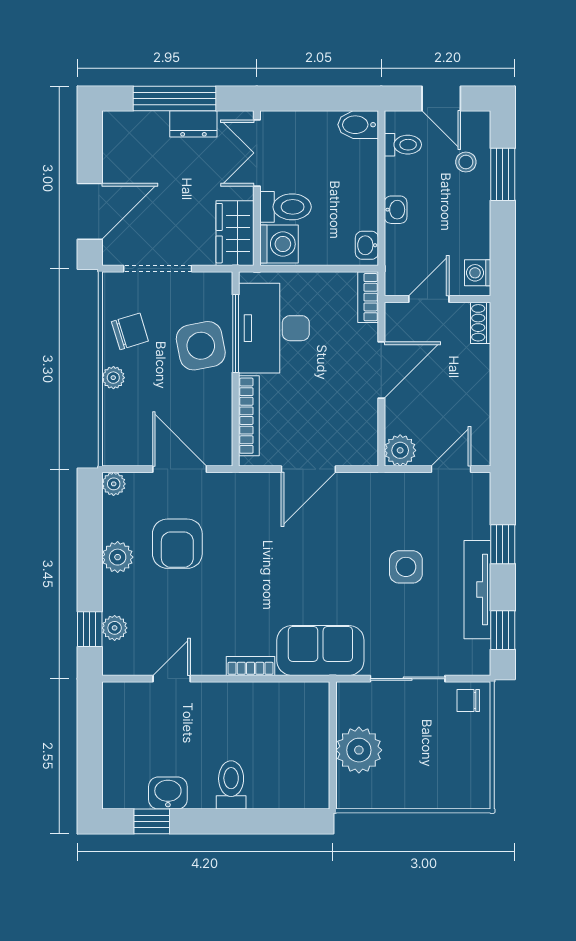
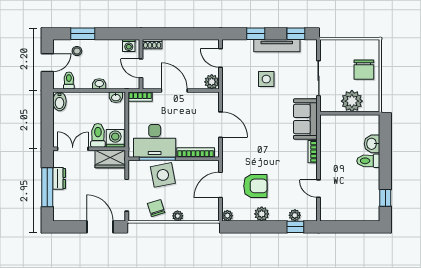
double door: (257, 153) -> (73, 149), swing flipped
chair: (468, 700) -> (364, 70), moved, width x1.87, depth x1.87
washbasin: (168, 793) -> (372, 144), moved

